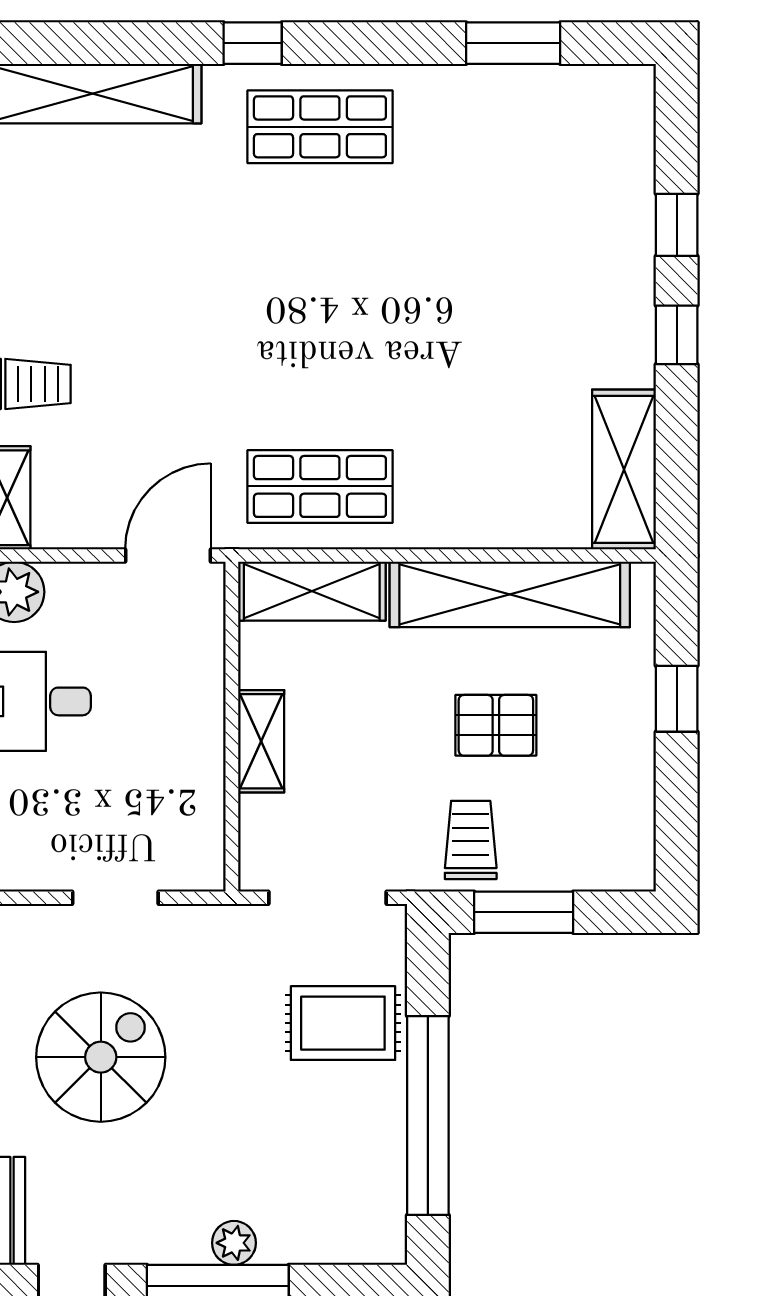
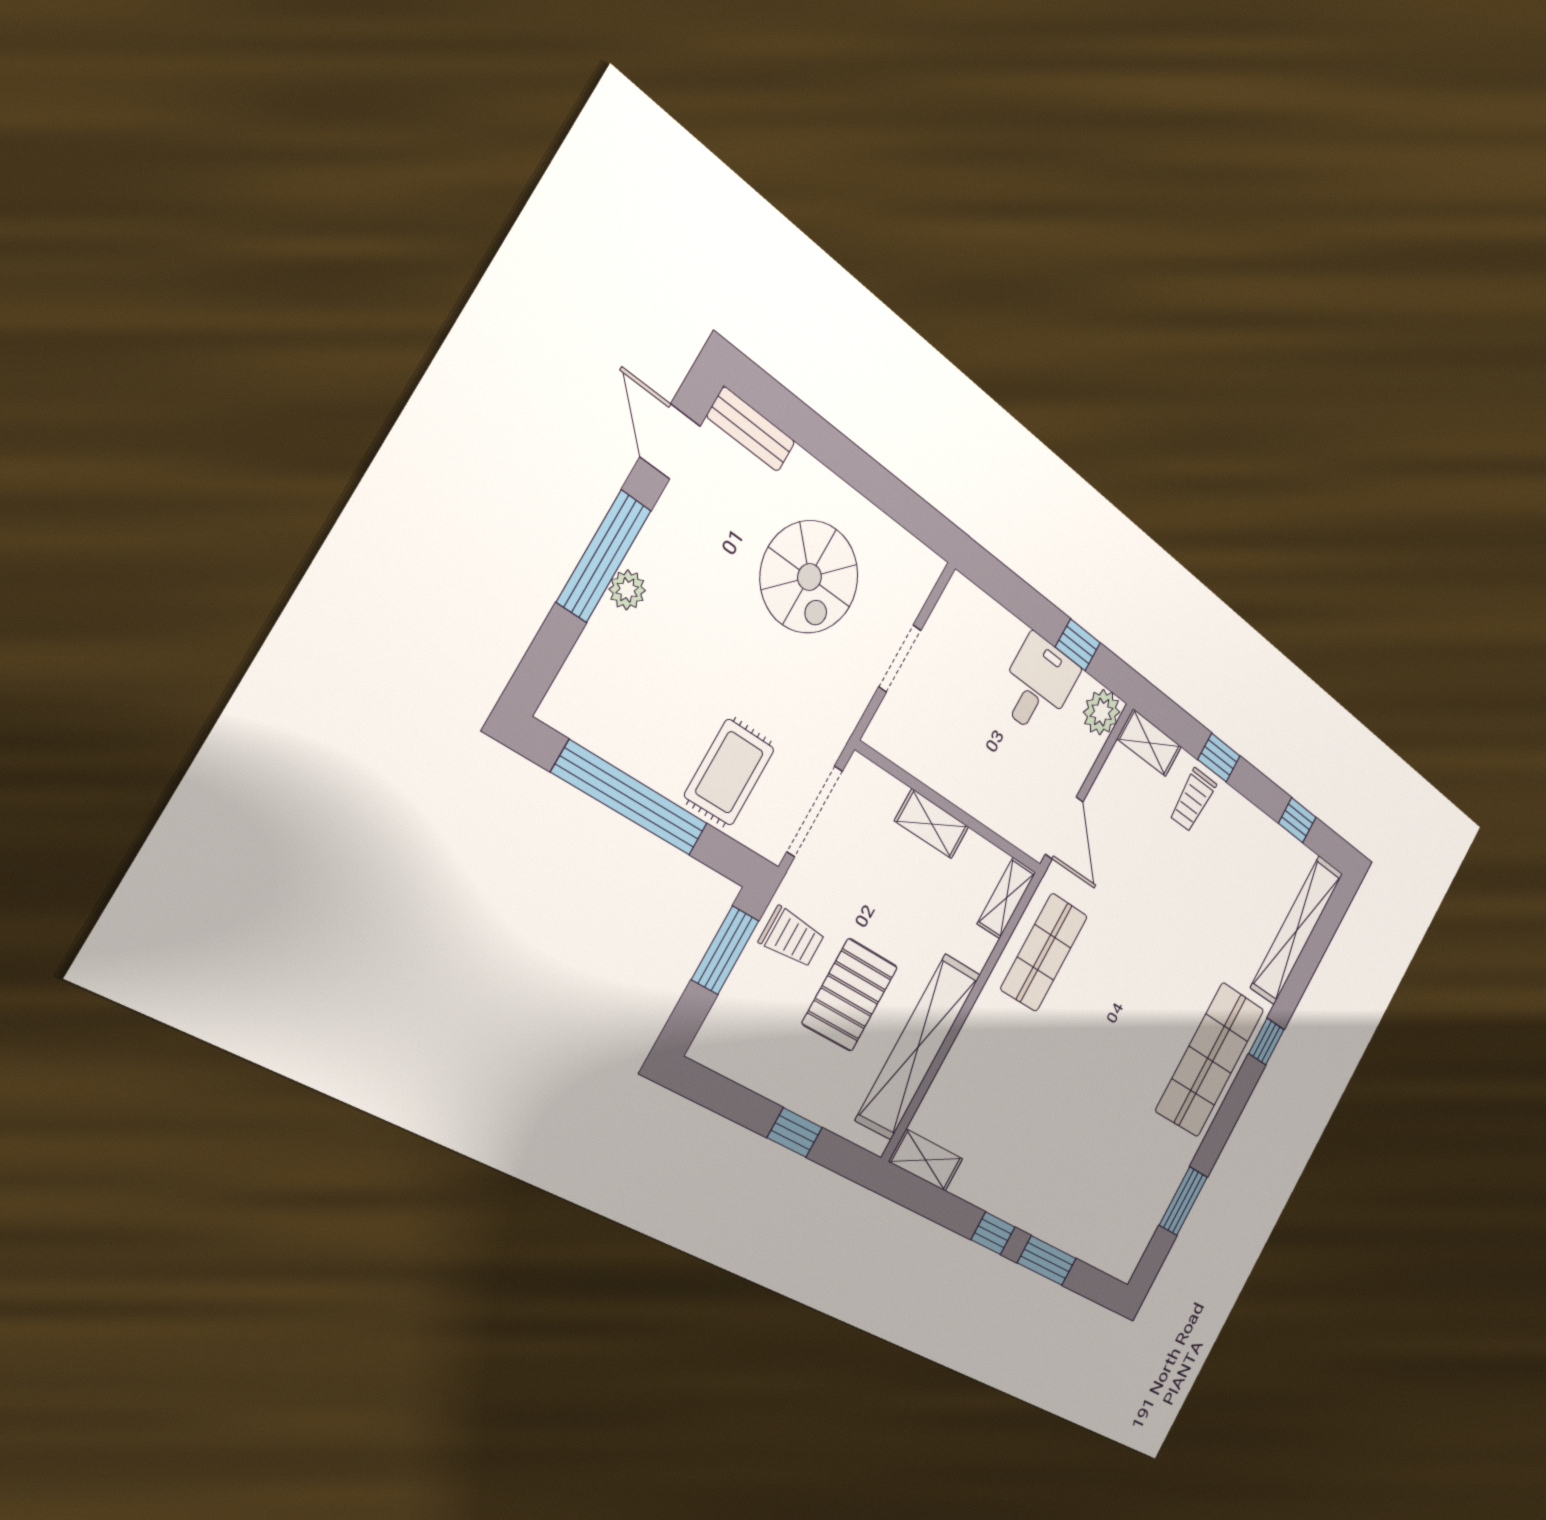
shop shelf: (320, 127) -> (1210, 1060), width x1.43, depth x1.36
window: (677, 225) -> (1047, 1261), width x1.50
shelving: (624, 469) -> (926, 1160), width x0.67, depth x0.75
shelving: (312, 591) -> (1006, 898), width x0.67, depth x0.75
pallet: (496, 725) -> (850, 995), width x1.50, depth x1.42

